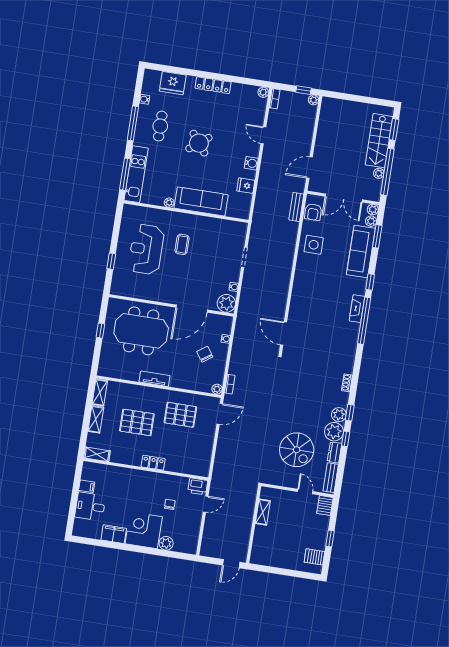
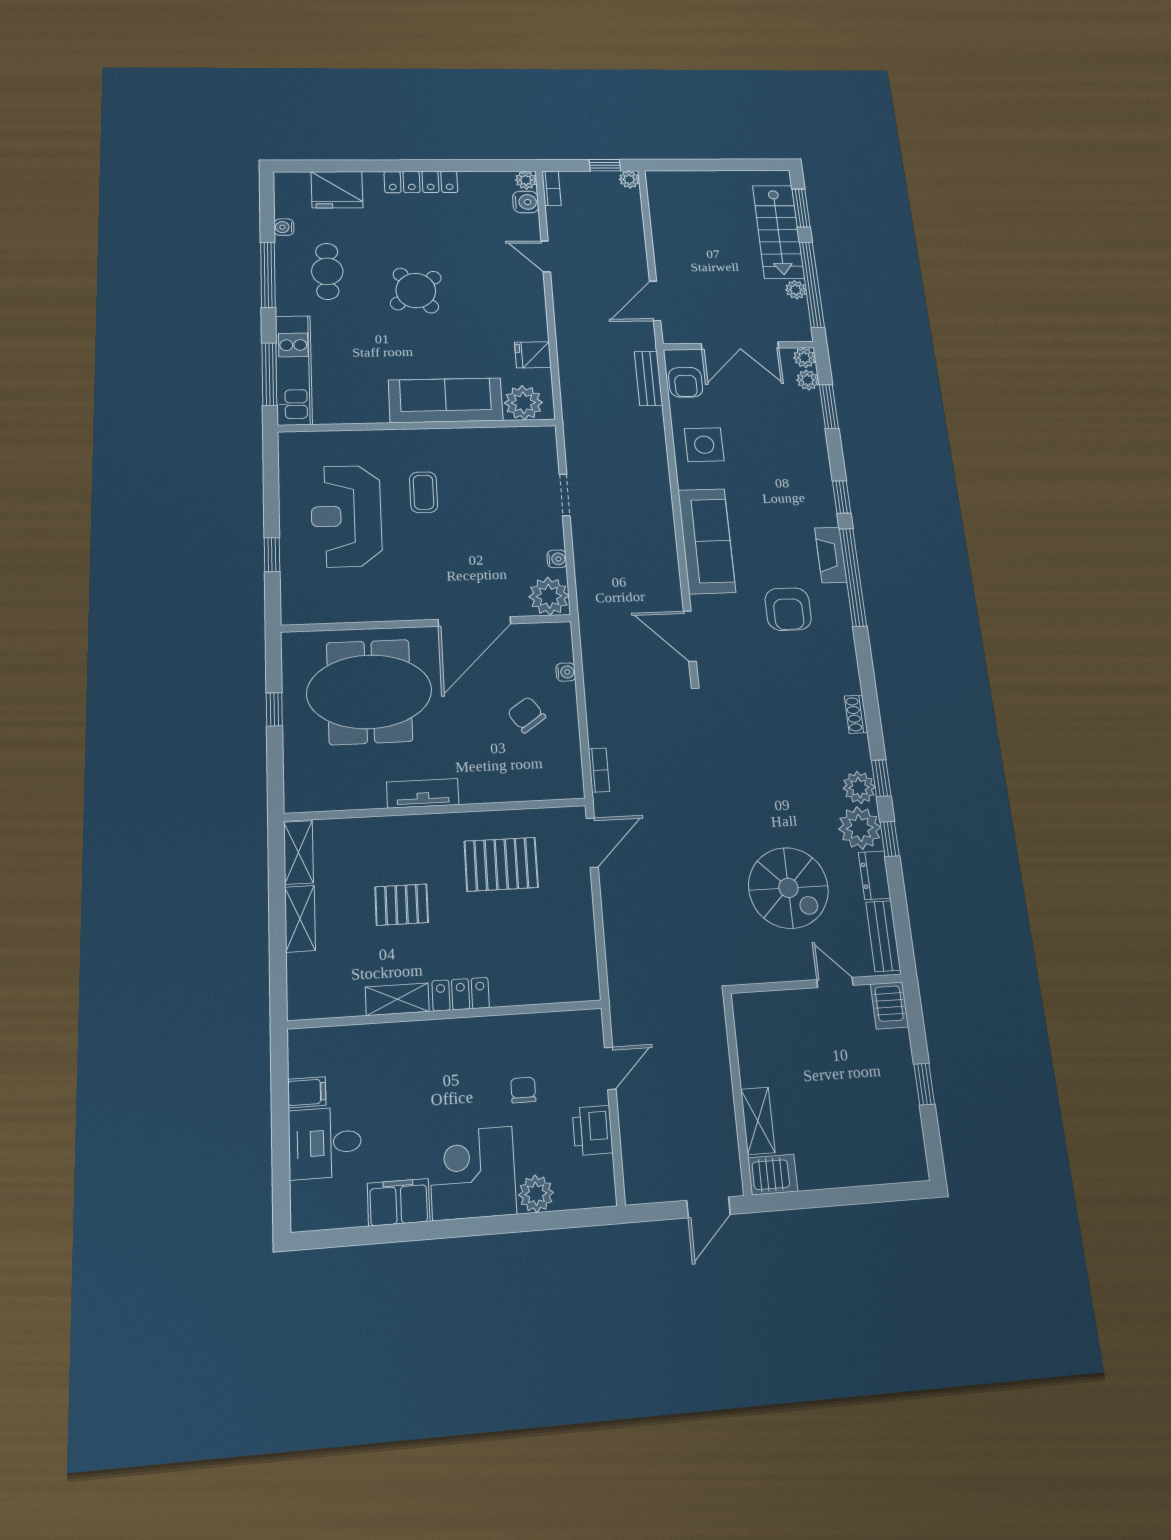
water cooler: (251, 163) -> (526, 202), moved
plant: (169, 203) -> (523, 403), moved, width x1.88, depth x1.88
sofa: (361, 252) -> (707, 541), moved, turned 180
armchair: (330, 330) -> (788, 609), added
plant: (217, 389) -> (573, 787), removed
pallet: (137, 422) -> (402, 905), width x0.67, depth x0.71
shelving: (97, 454) -> (397, 999), moved
printer: (198, 486) -> (593, 1130), moved, turned 90
shelving: (263, 512) -> (758, 1121), moved
server rack: (314, 557) -> (773, 1175), moved, turned 180

